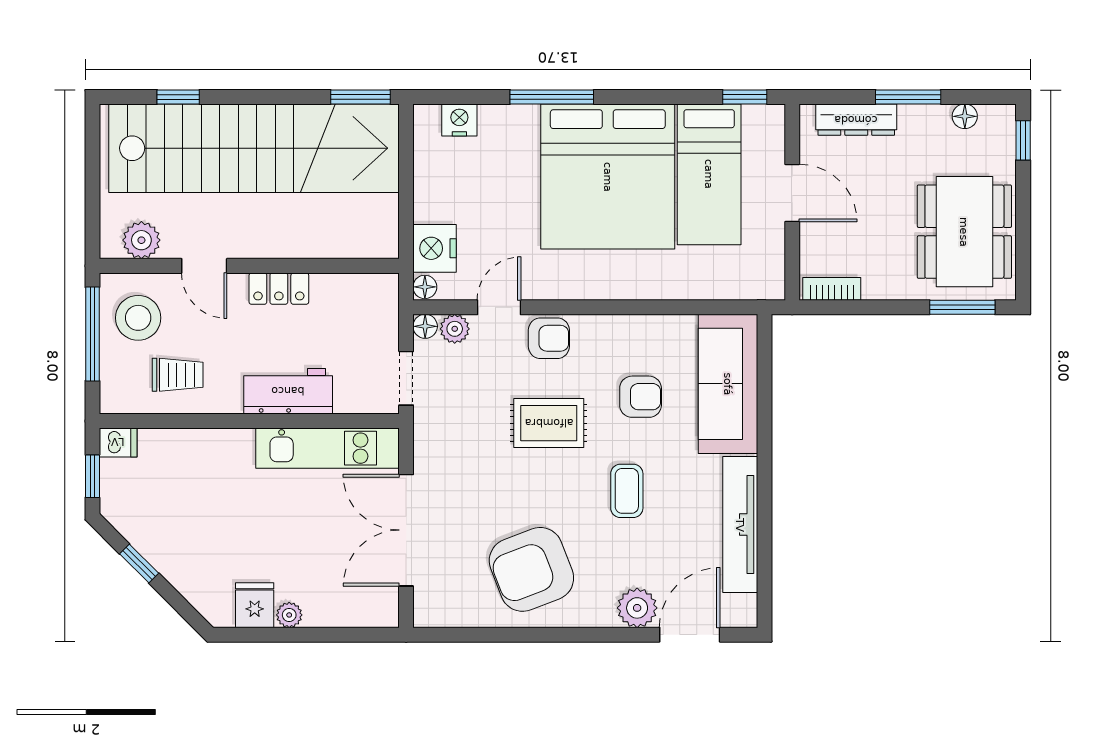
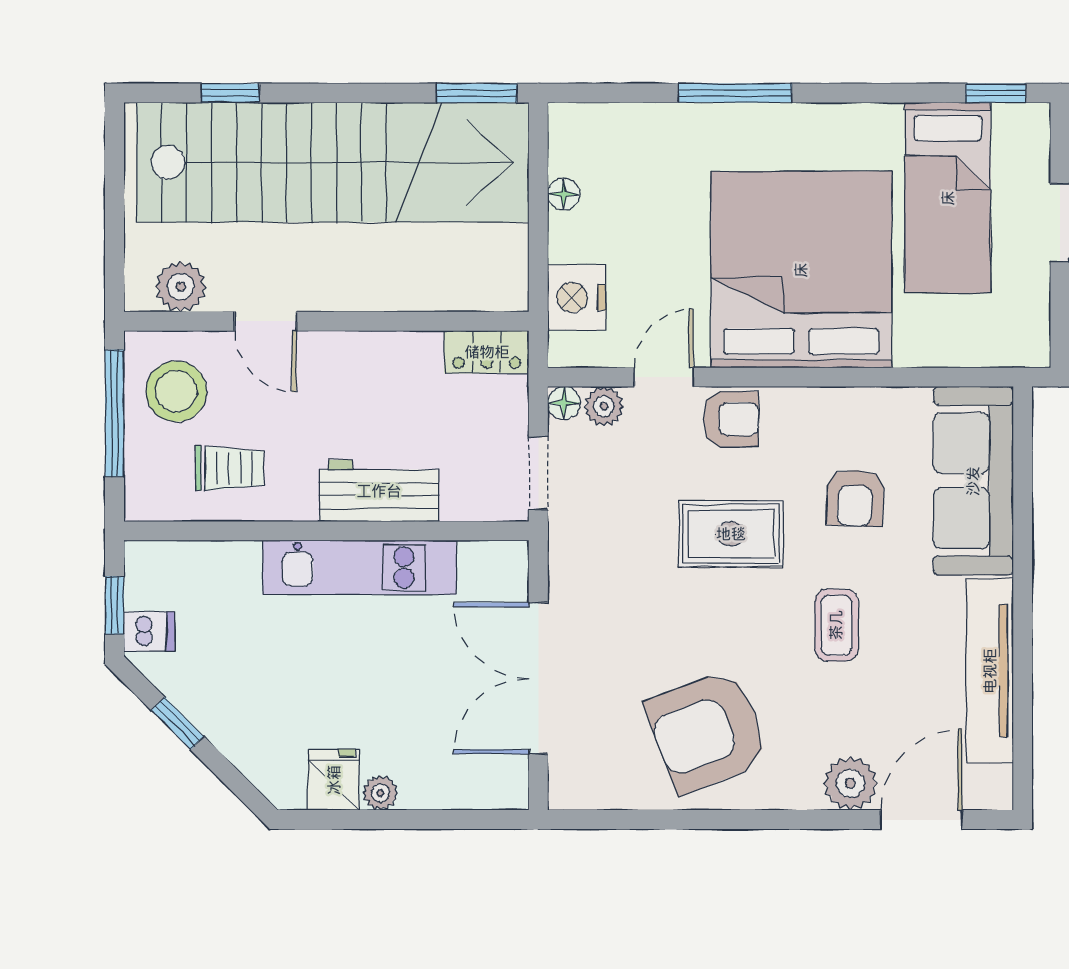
nightstand: (459, 120) -> (610, 124), removed
bed: (608, 177) -> (801, 270), moved, turned 180
floor lamp: (425, 287) -> (564, 194), moved
locker: (279, 289) -> (487, 352), moved
armchair: (641, 397) -> (855, 498), turned 93
dishwasher: (118, 442) -> (149, 631), moved
kitchen unit: (327, 448) -> (360, 567), moved

